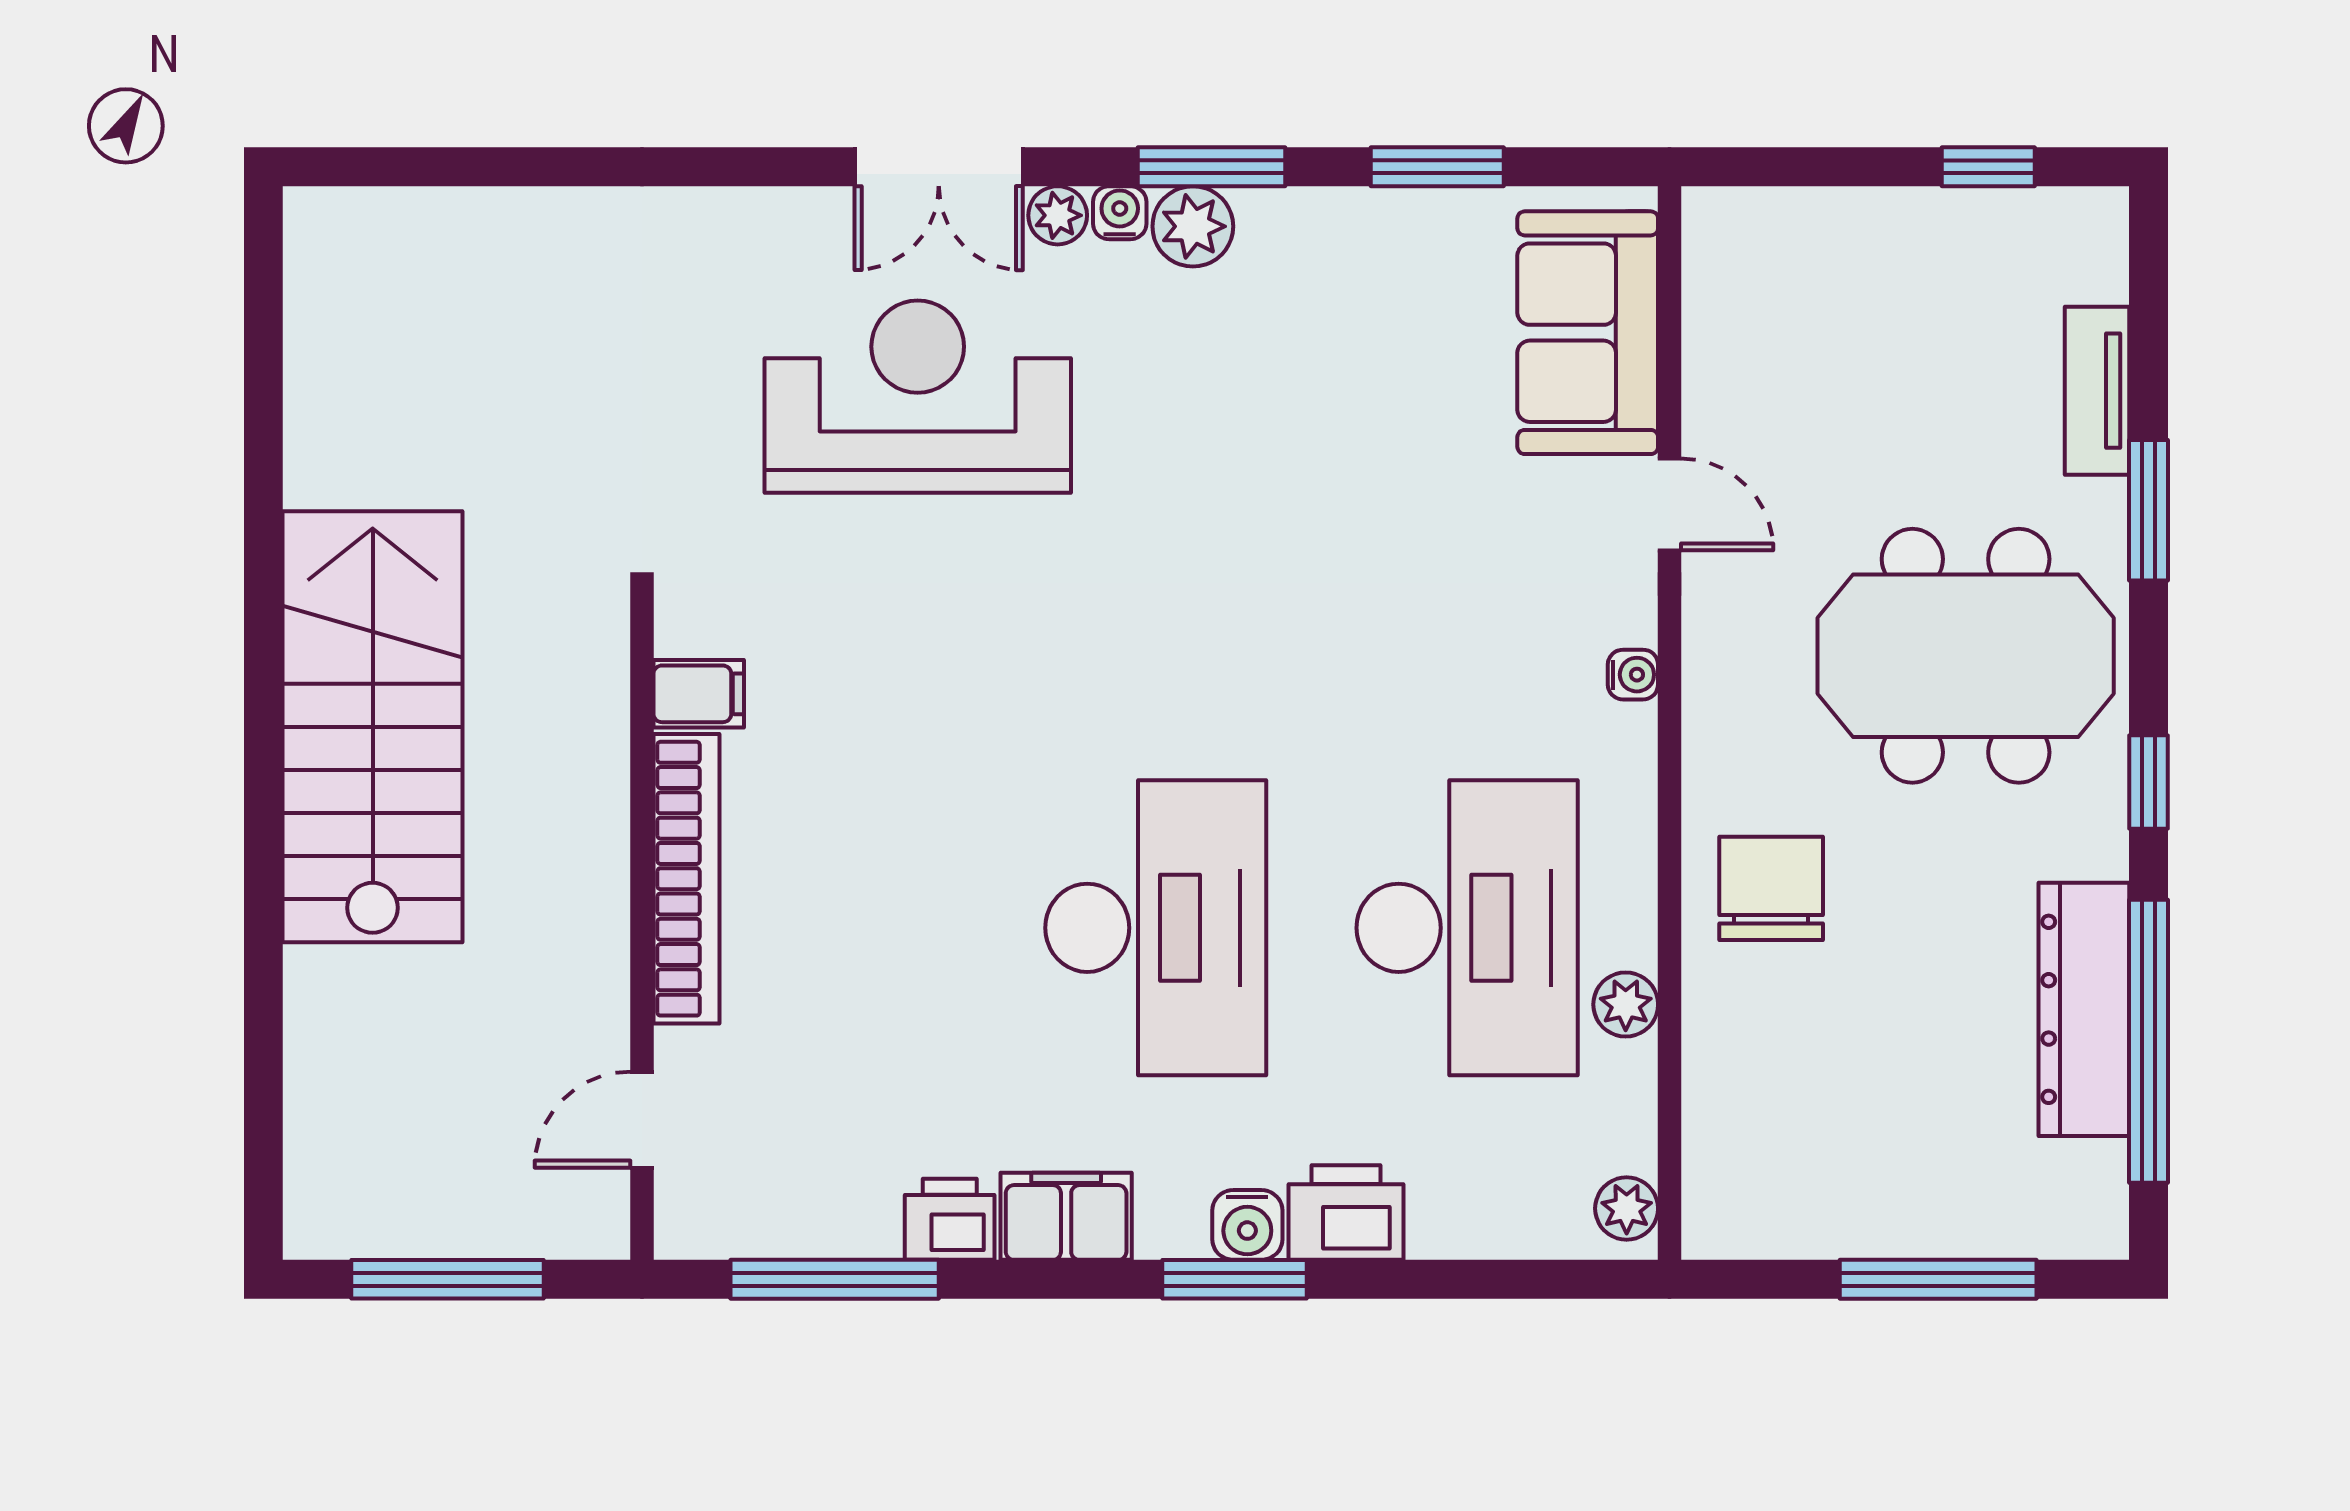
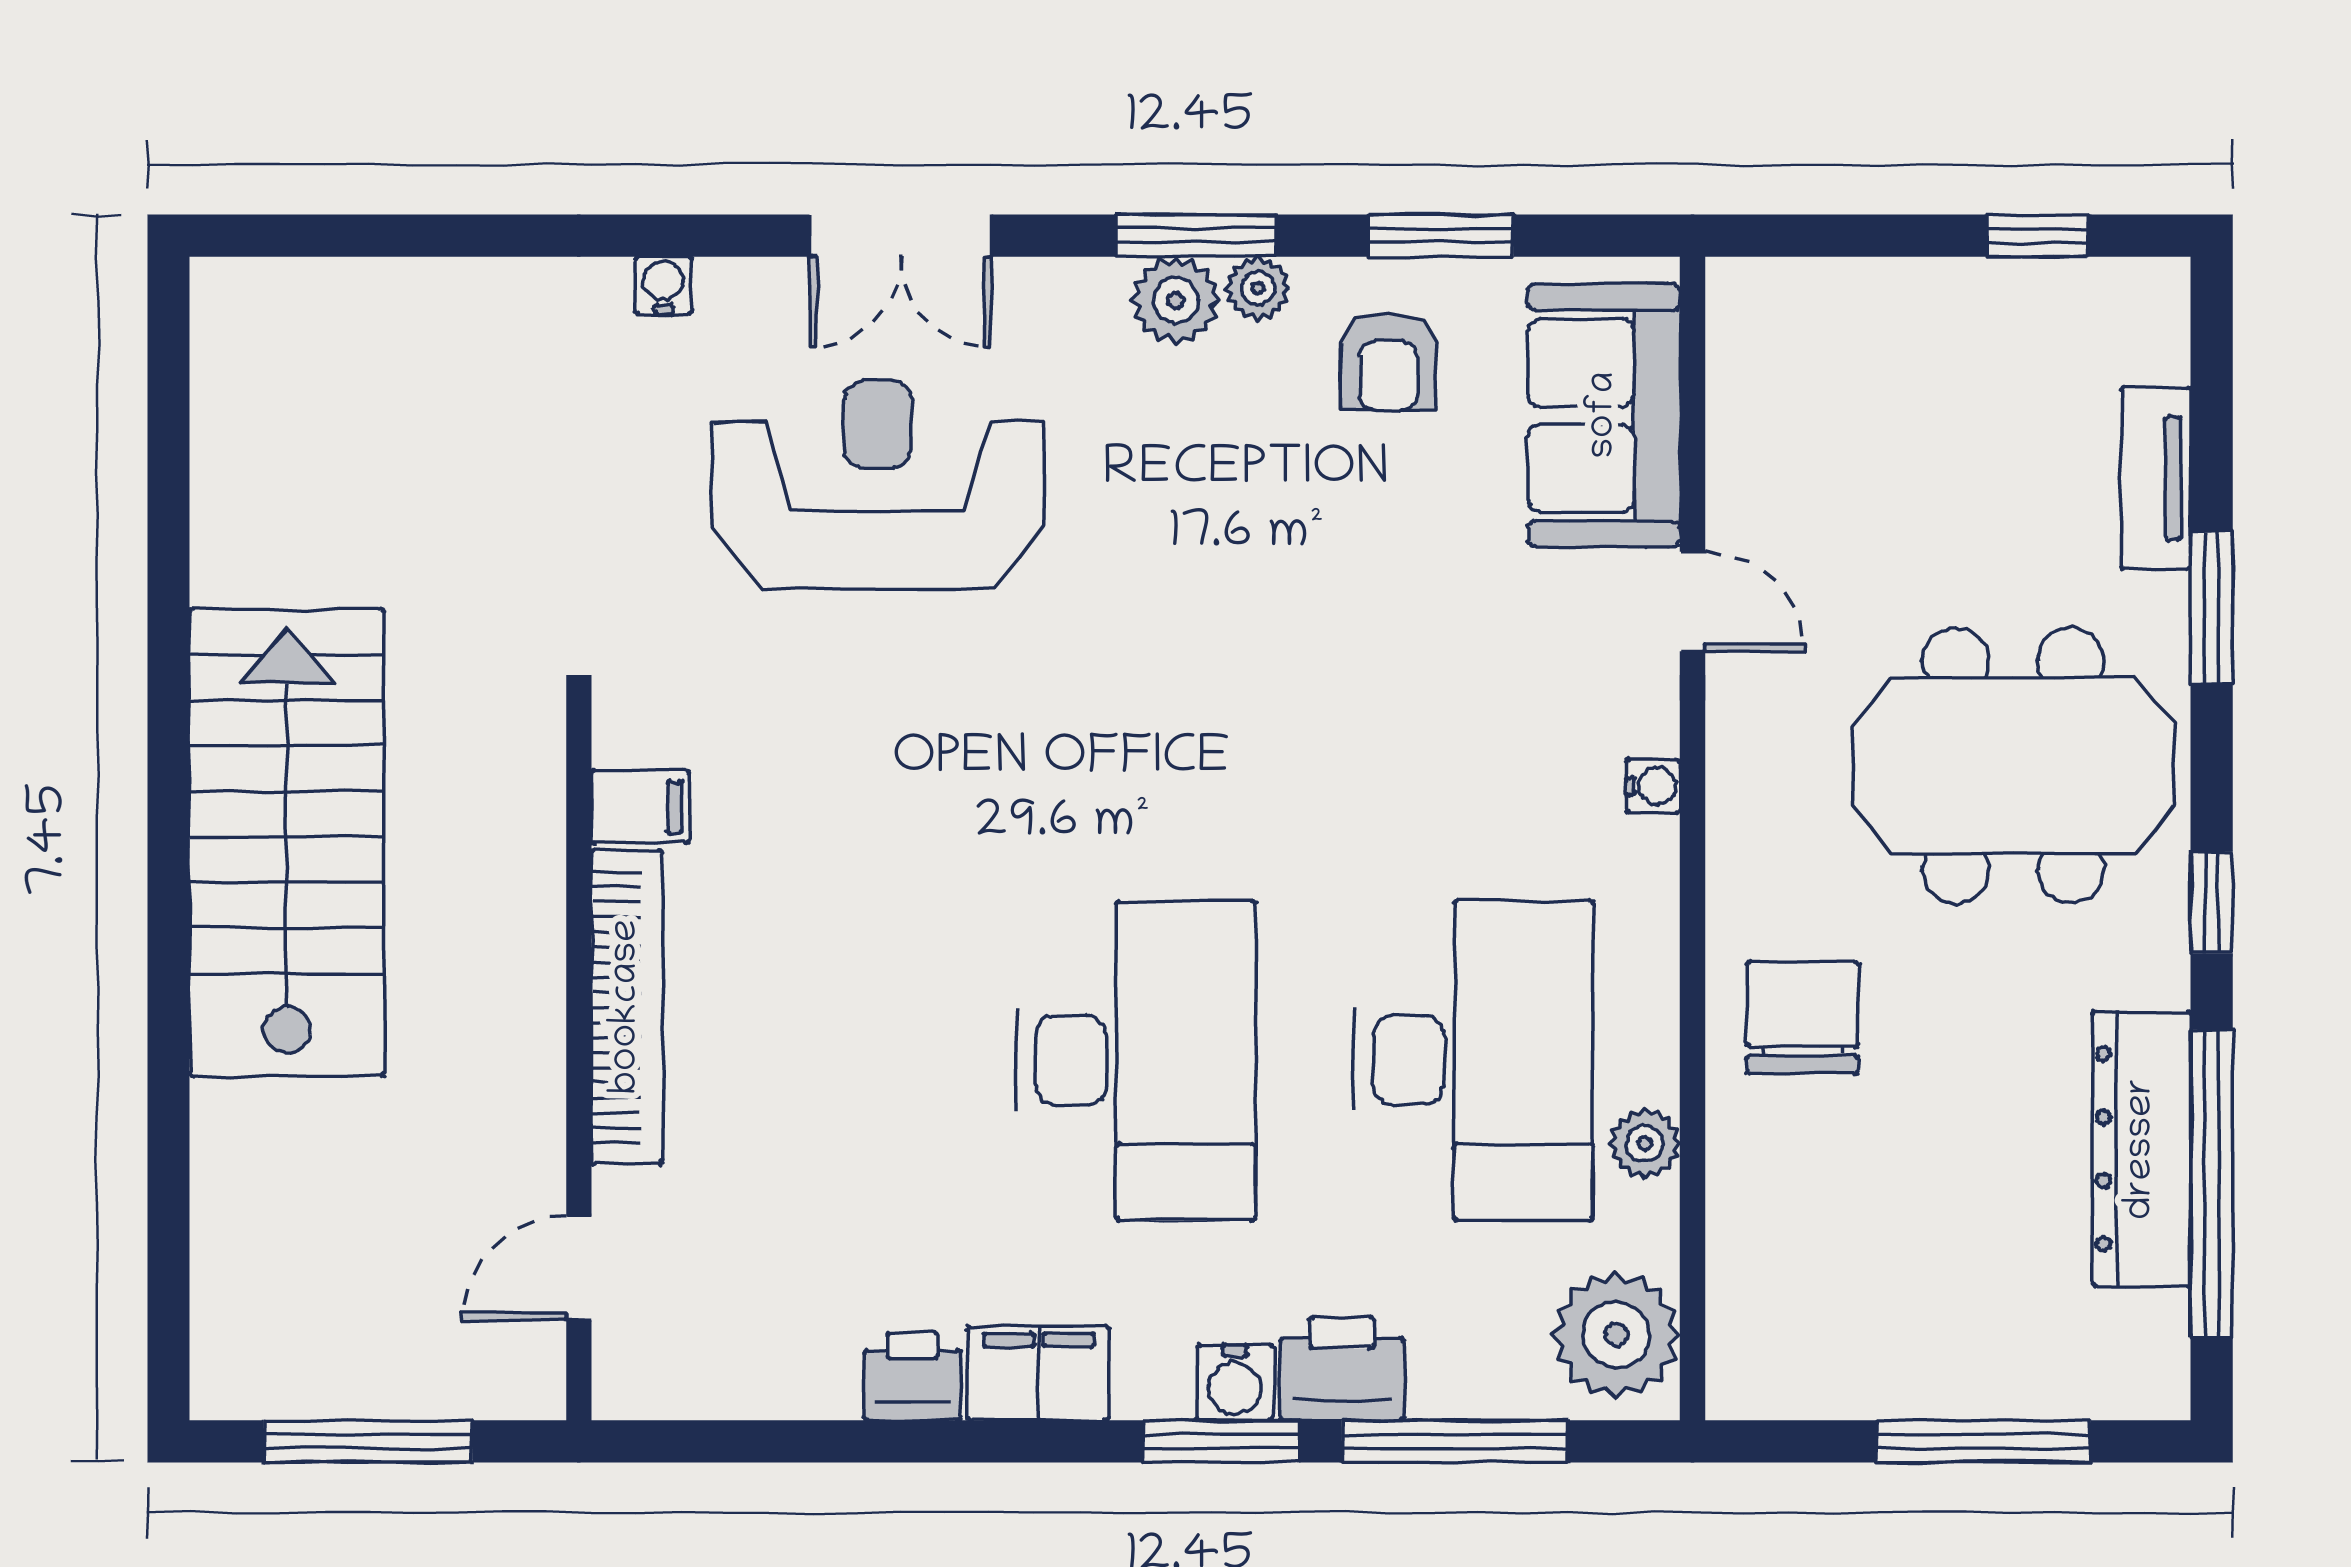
water cooler: (1120, 213) -> (663, 285), moved
plant: (1058, 215) -> (1258, 288), moved
armchair: (1389, 283) -> (1388, 362), added
plant: (1627, 1208) -> (1616, 1335), width x1.87, depth x1.87
window: (835, 1279) -> (1455, 1441), moved

